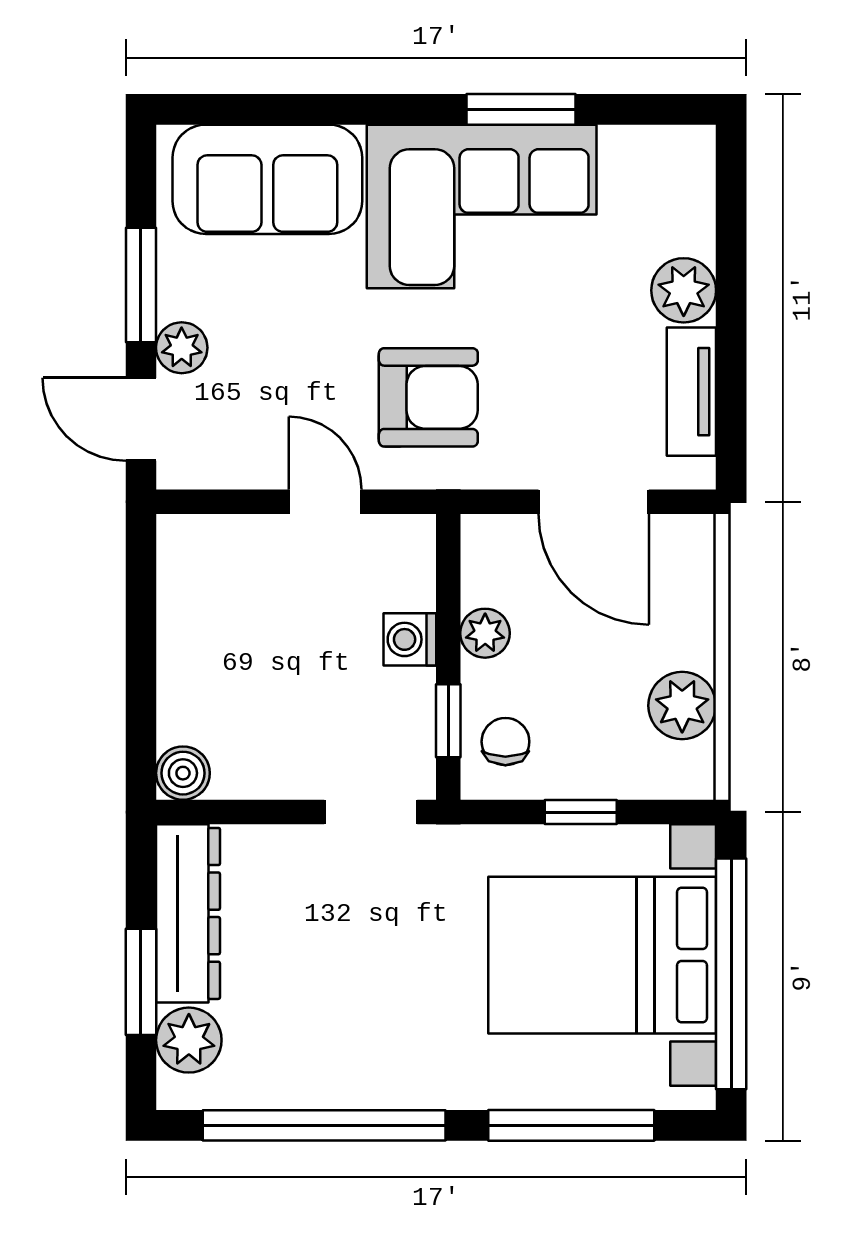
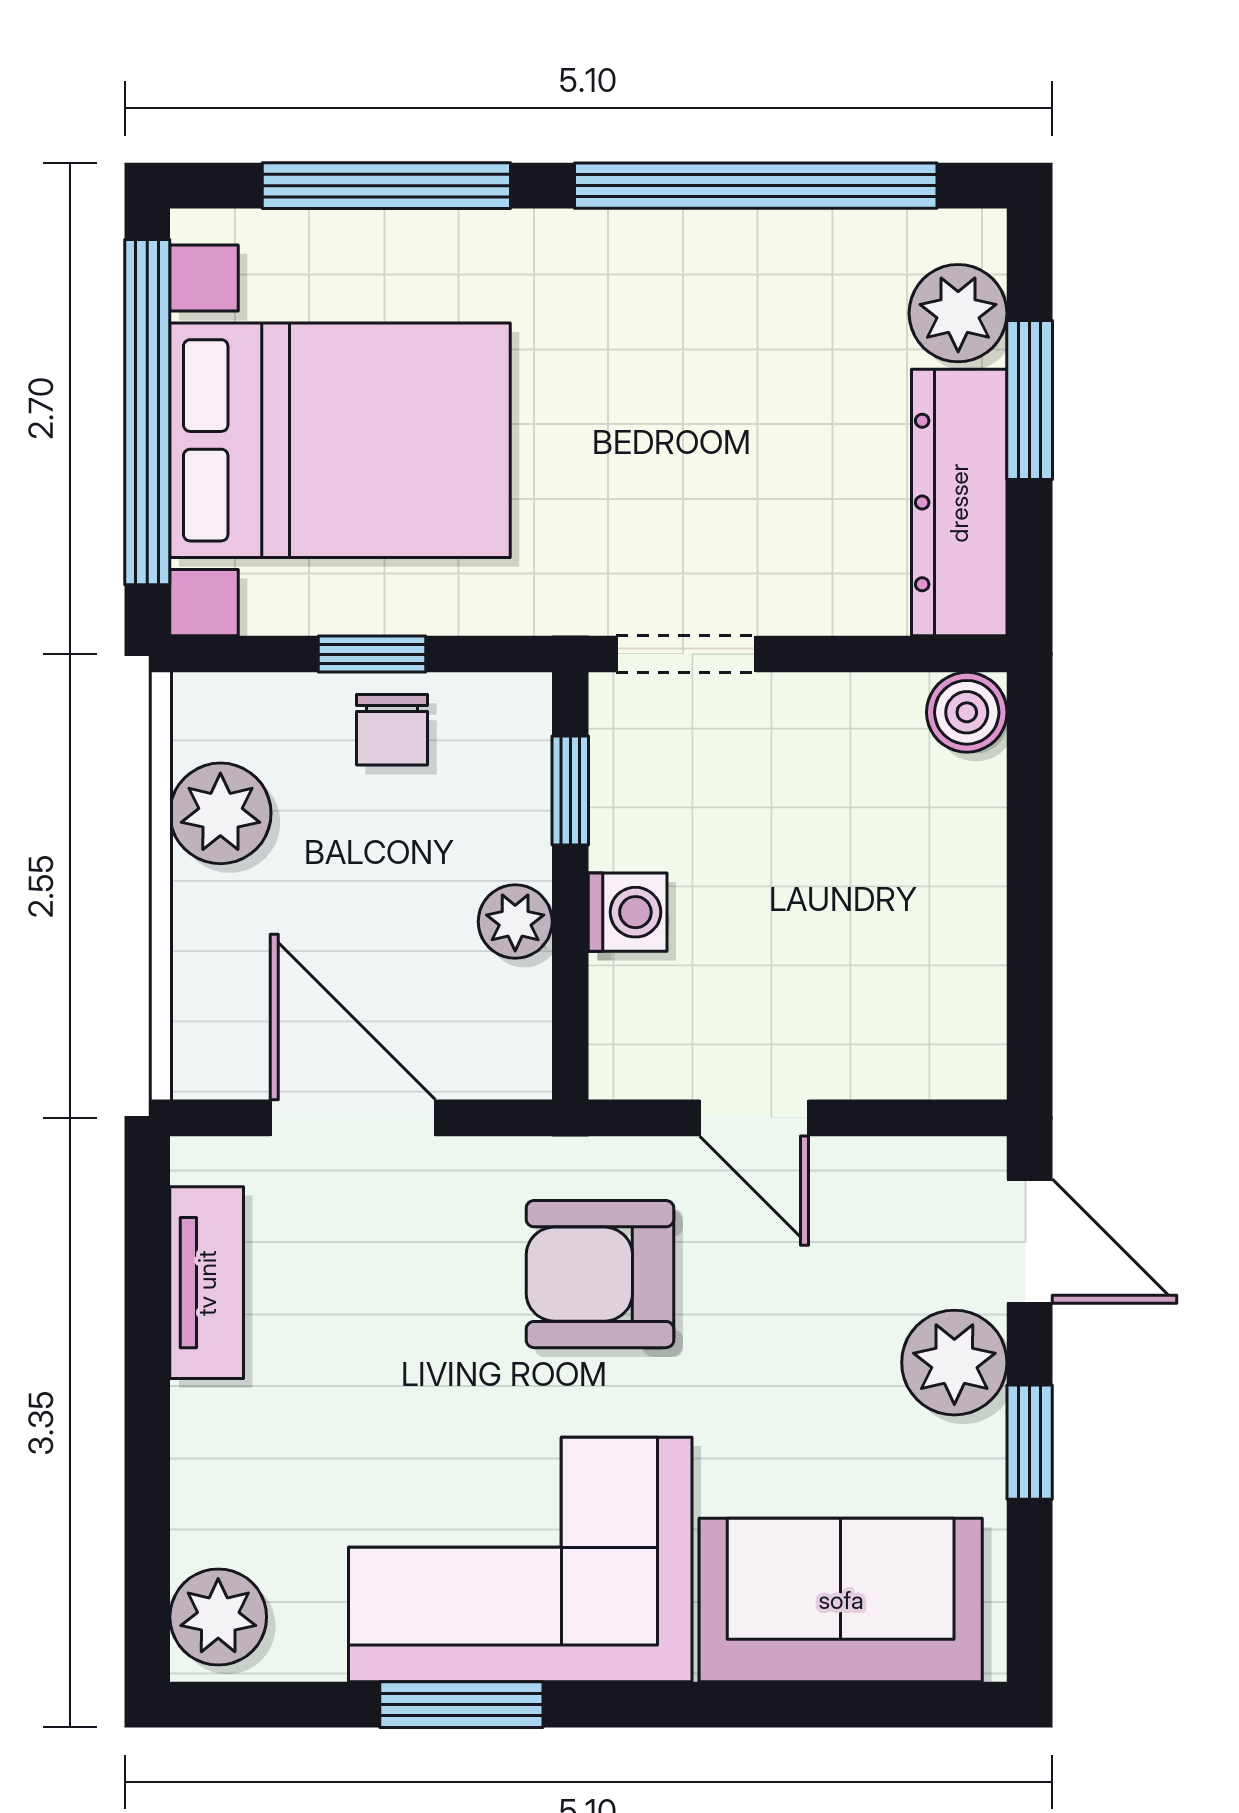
window: (141, 285) -> (1030, 1442), width x0.67
plant: (684, 290) -> (218, 1617), moved
plant: (182, 348) -> (954, 1363), width x1.38, depth x1.38
chair: (505, 742) -> (392, 730), moved

